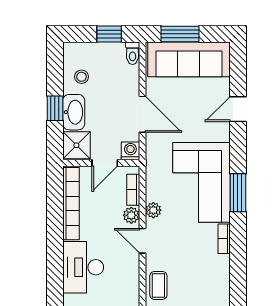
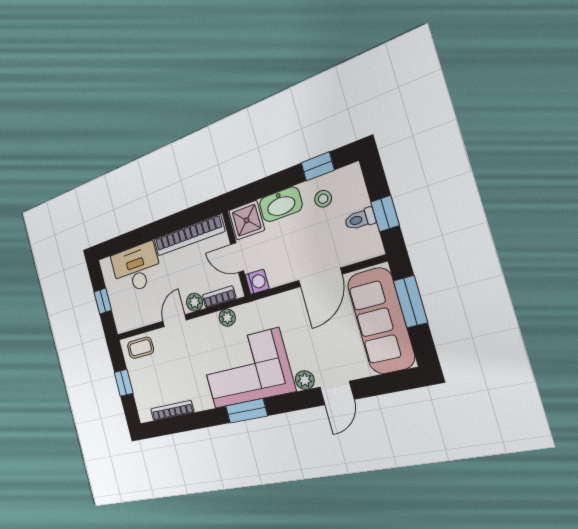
toilet: (133, 53) -> (360, 219), moved
window: (55, 108) -> (318, 166), moved
door: (238, 109) -> (337, 393), swing flipped
door: (142, 114) -> (320, 278), moved
plant: (222, 133) -> (305, 380), added
plant: (153, 210) -> (227, 318), moved
bookcase: (224, 239) -> (172, 411), moved, width x1.56

